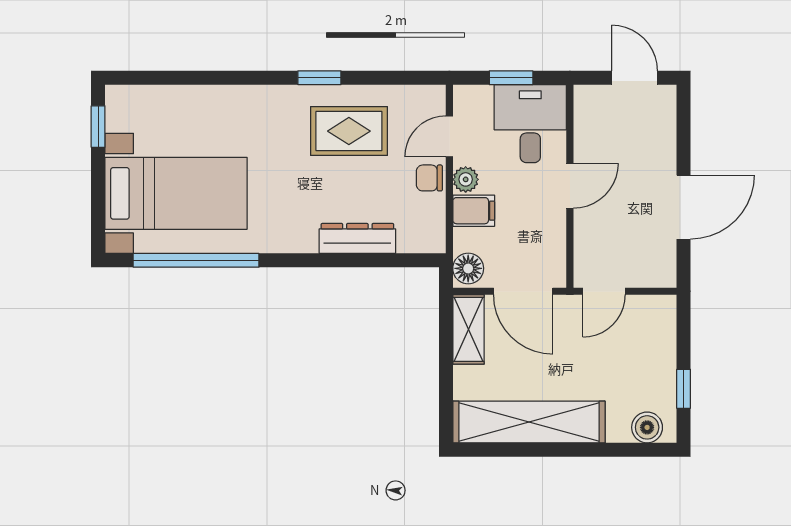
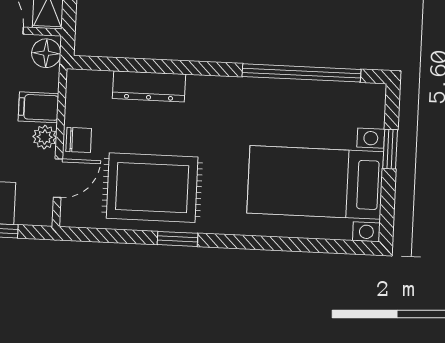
window: (98, 127) -> (390, 149), moved
rug: (349, 131) -> (152, 188), width x1.36, depth x1.43
bed with nightstands: (176, 193) -> (315, 182), moved

